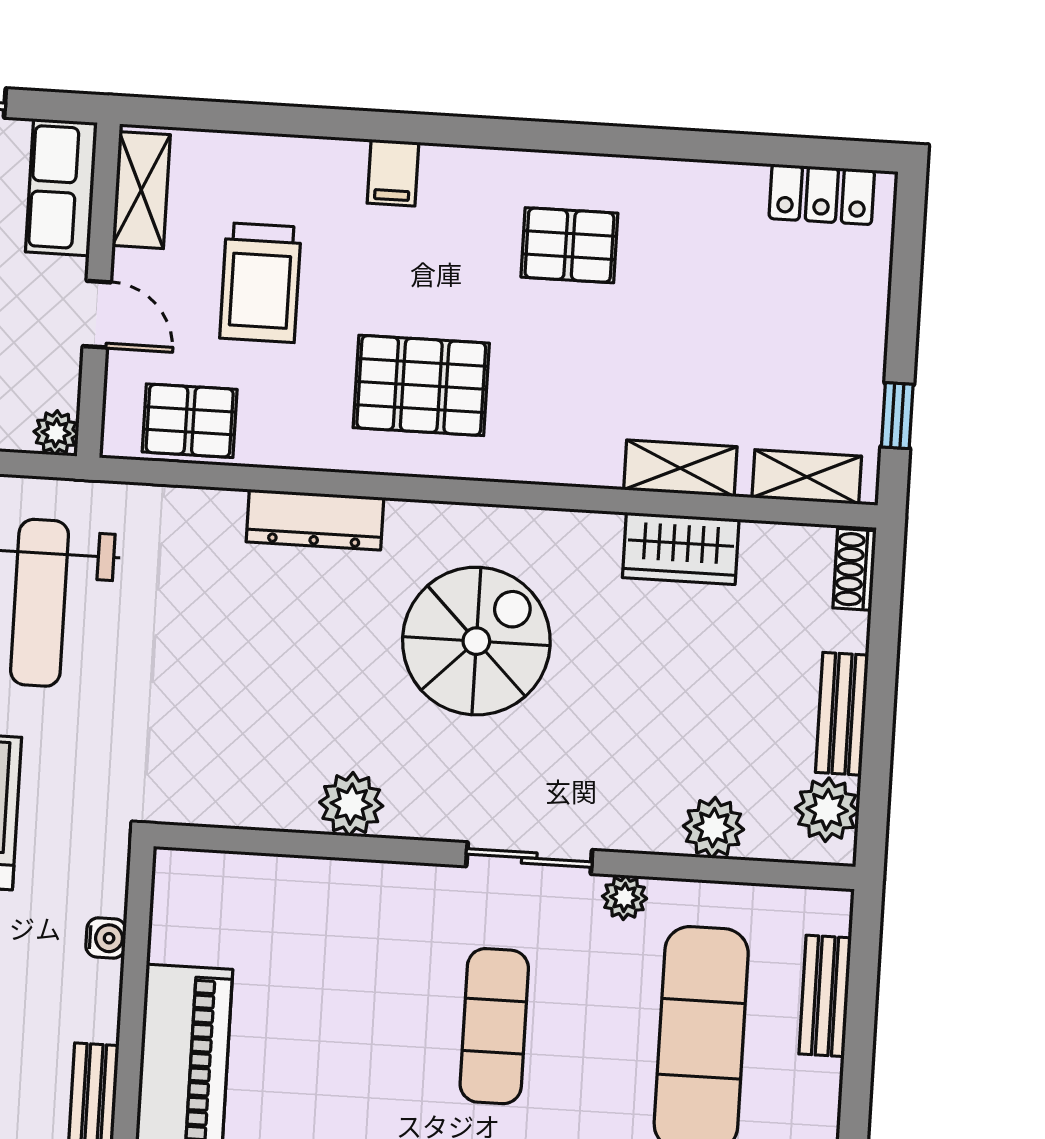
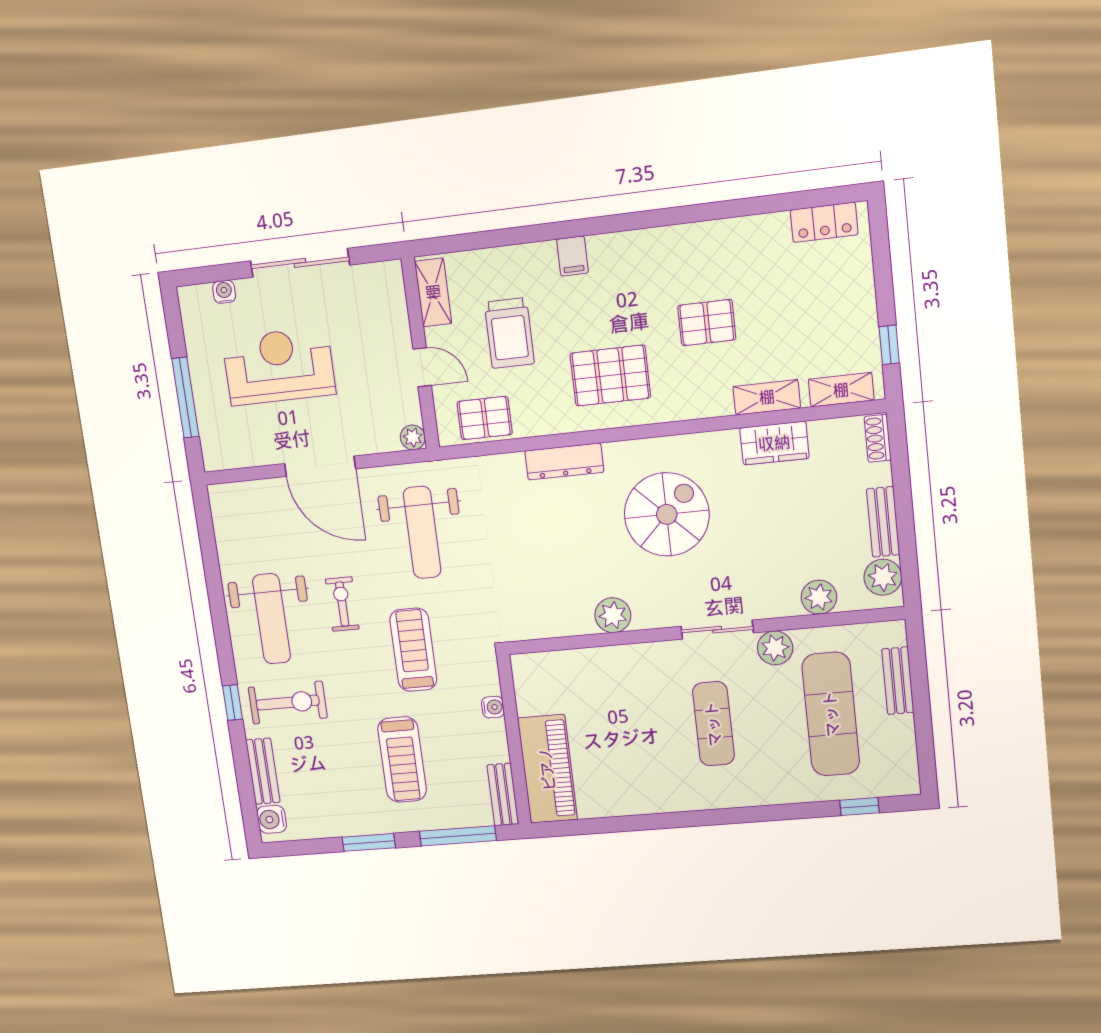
row of seats: (61, 187) -> (389, 299), removed
pallet: (569, 245) -> (707, 323), moved
plant: (625, 897) -> (775, 648), width x1.38, depth x1.38

